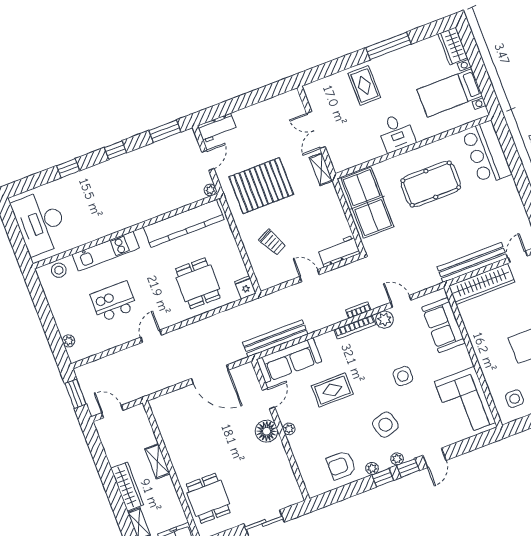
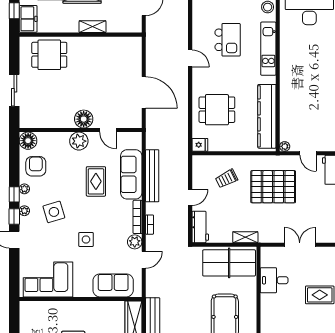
desk: (396, 133) -> (274, 280), moved
shelving: (321, 169) -> (245, 237), moved
pallet: (261, 186) -> (273, 187), turned 90
bench: (275, 338) -> (152, 176), moved
sofa: (289, 360) -> (131, 174), moved
door: (210, 374) -> (144, 92), swing flipped
side table: (515, 399) -> (36, 318), removed
plant: (289, 429) -> (79, 141), width x1.88, depth x1.88
floor lamp: (315, 485) -> (28, 141), added

